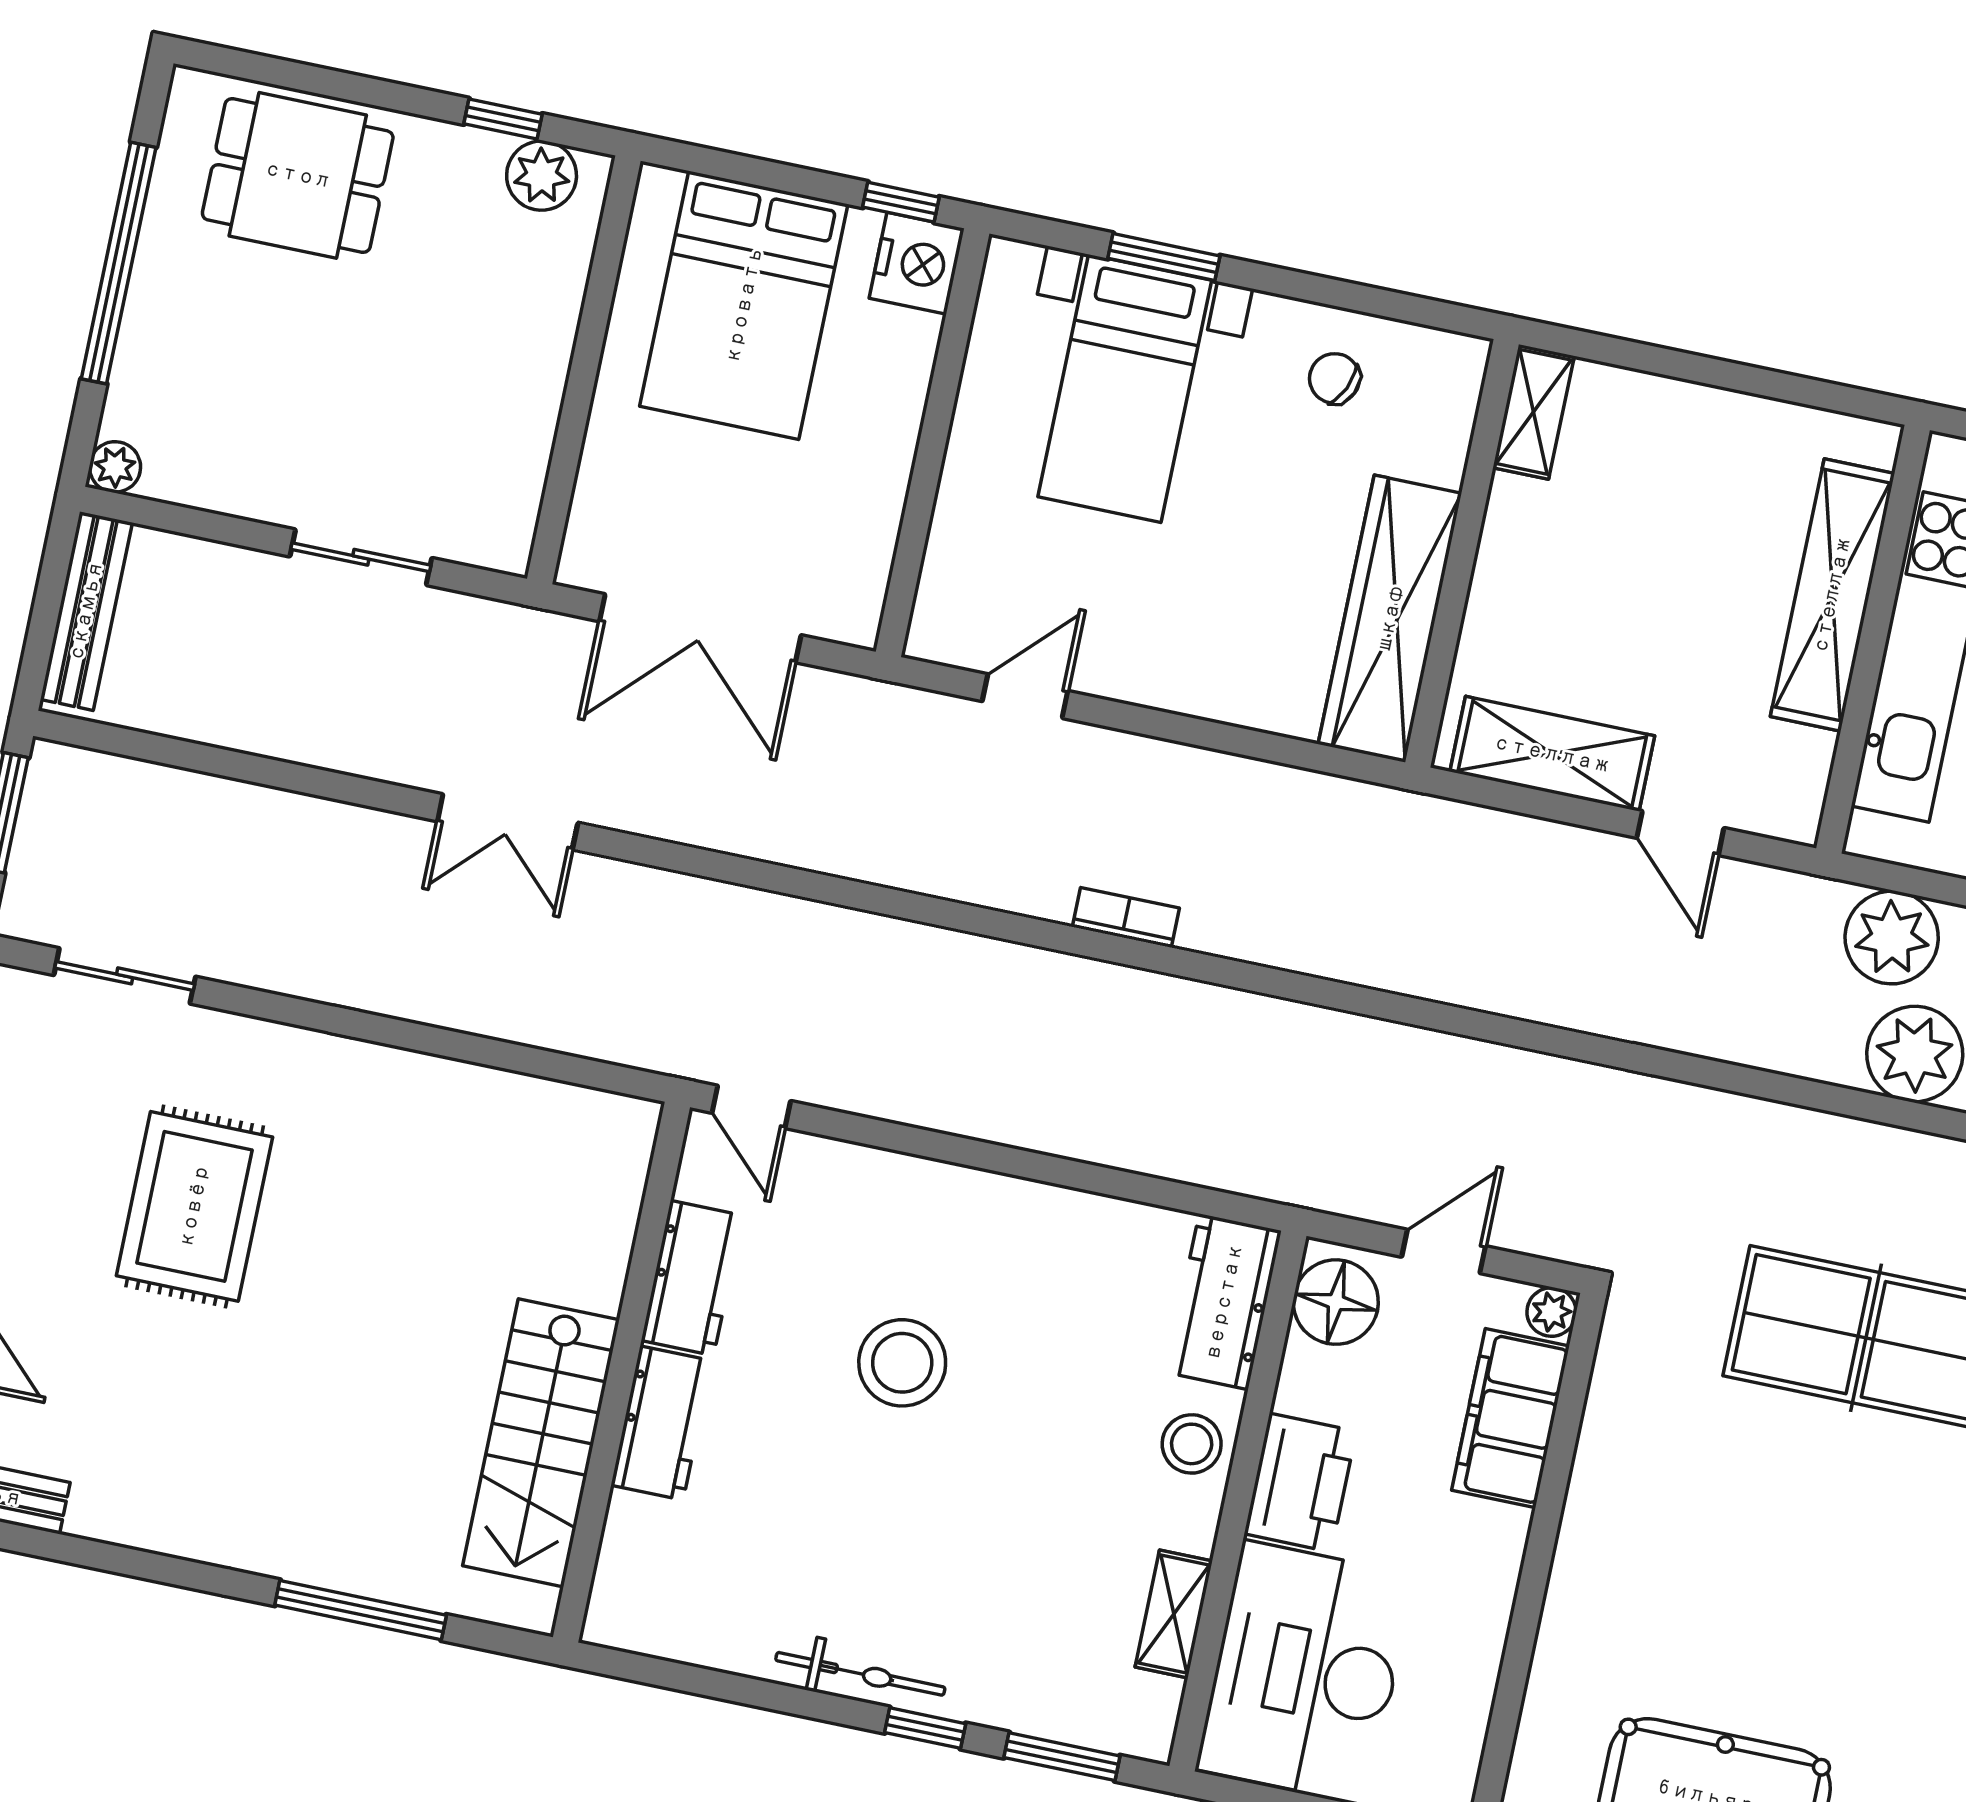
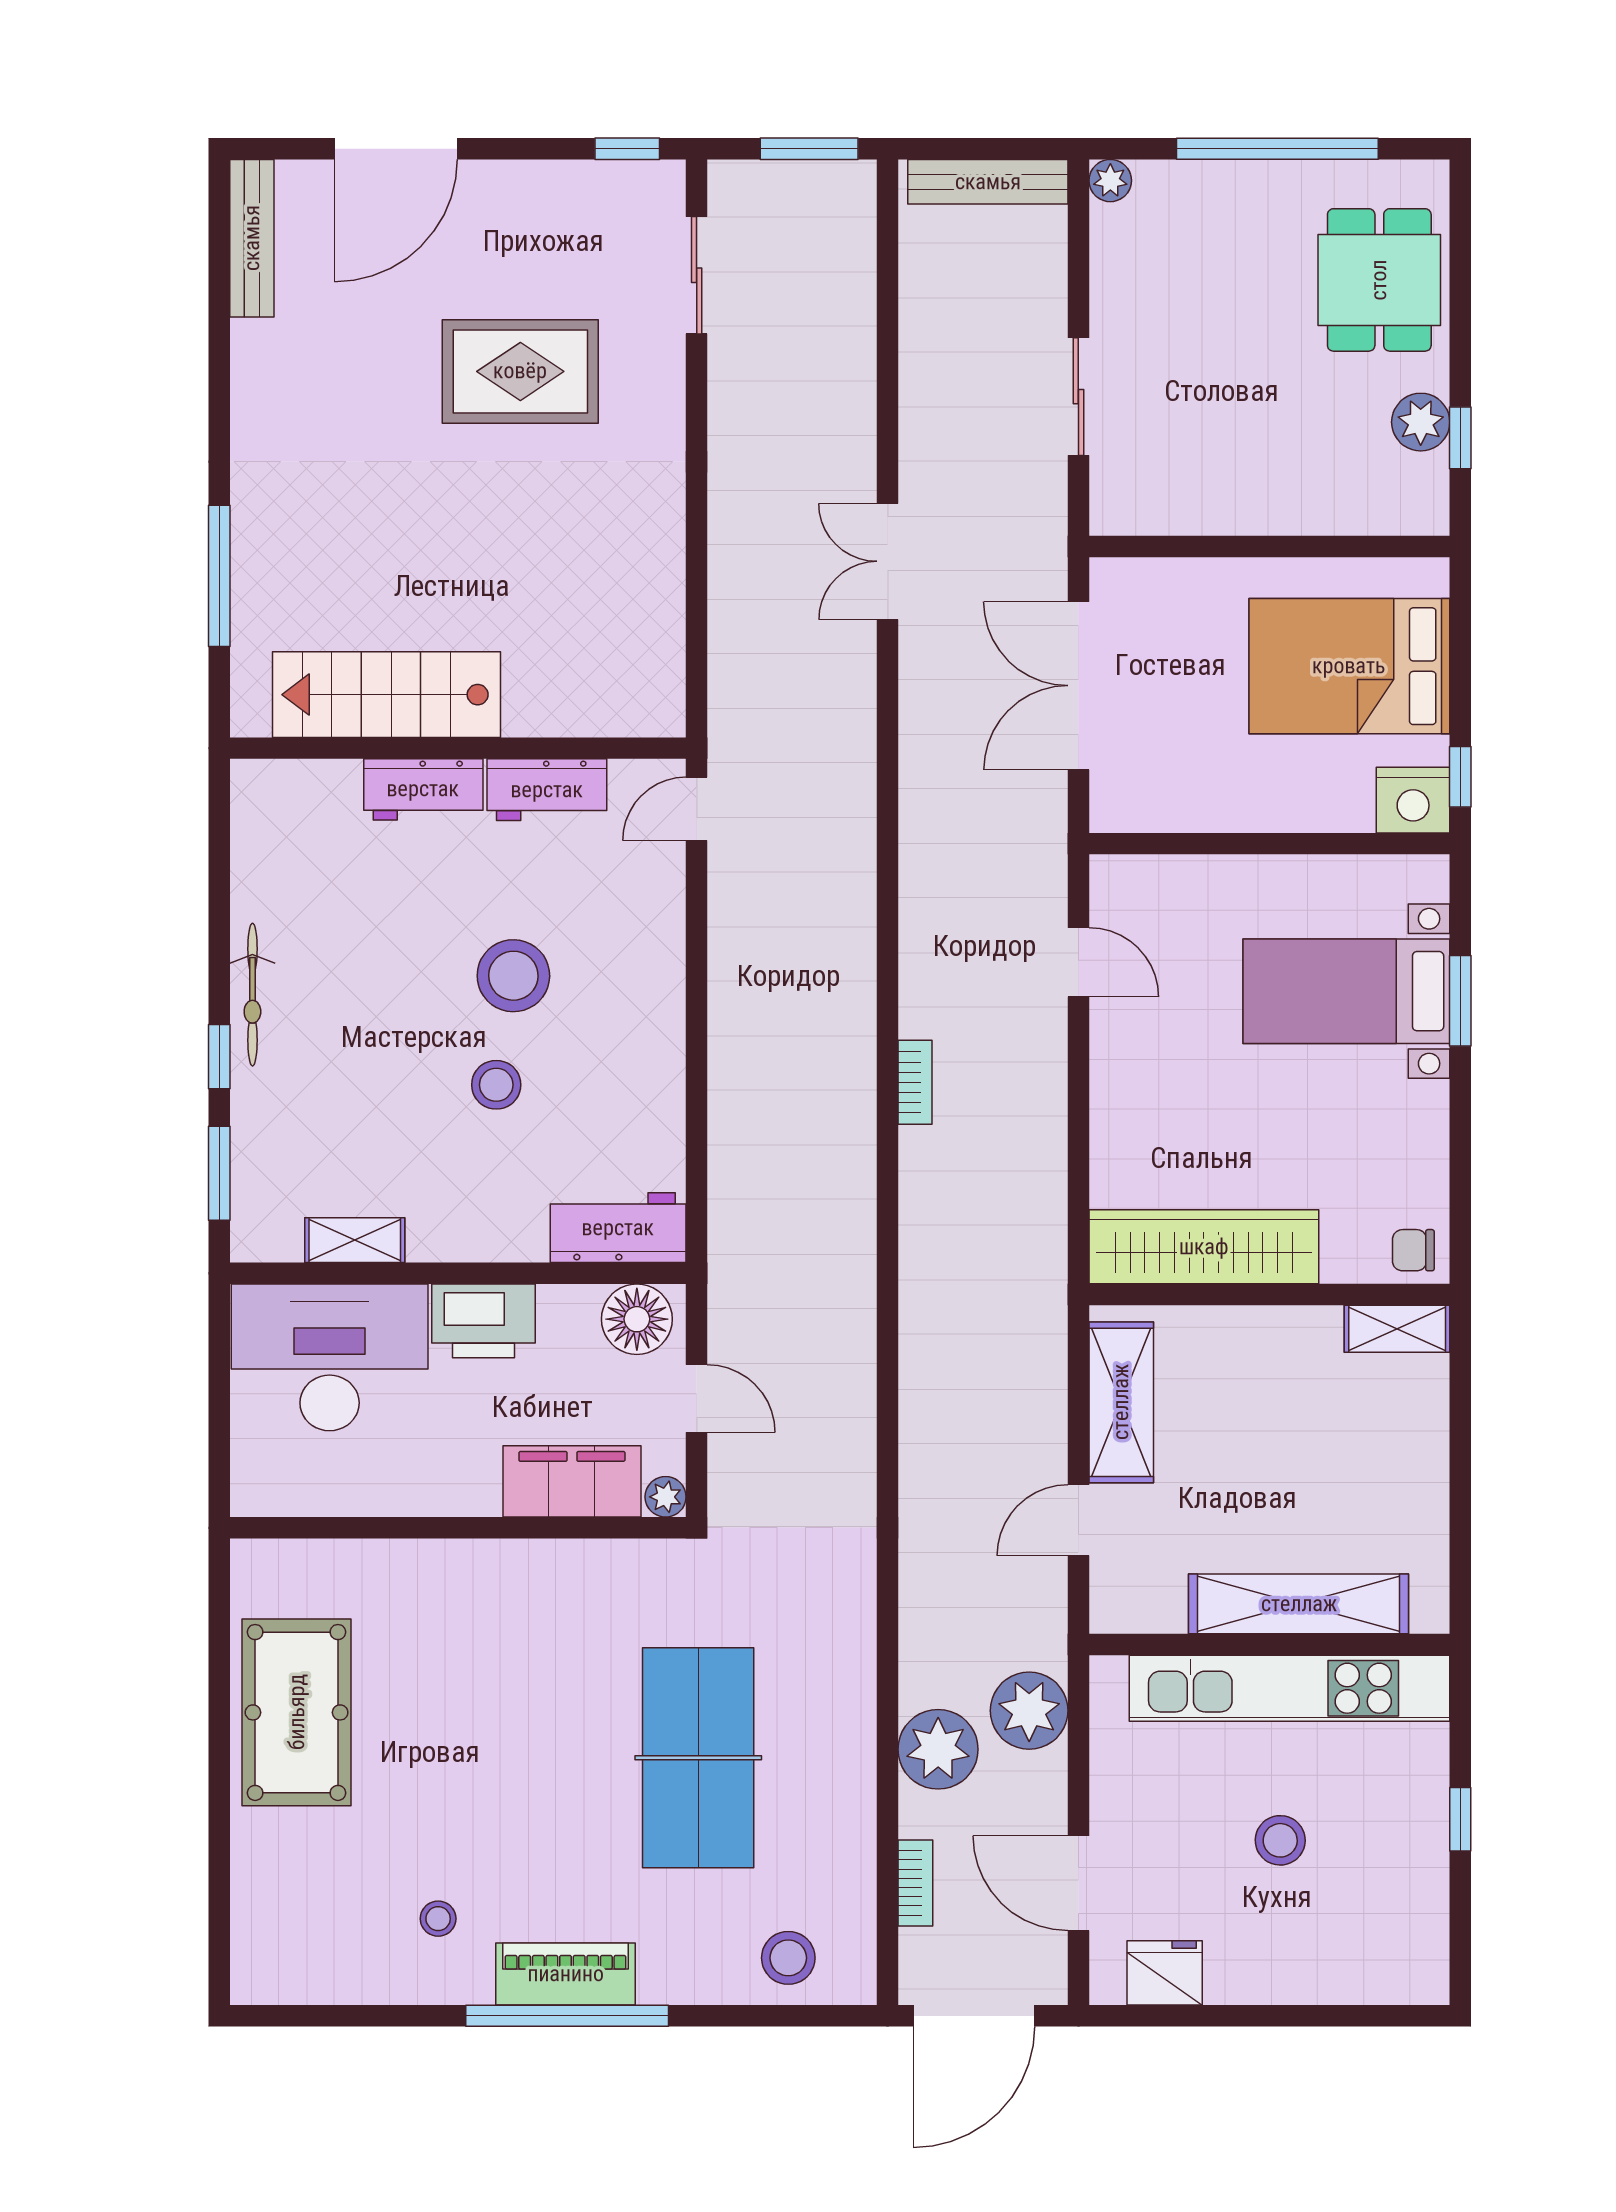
plant: (542, 176) -> (1421, 422), moved
chair: (1335, 378) -> (1413, 1250), moved, turned -114
stool: (1192, 1444) -> (496, 1085), moved

